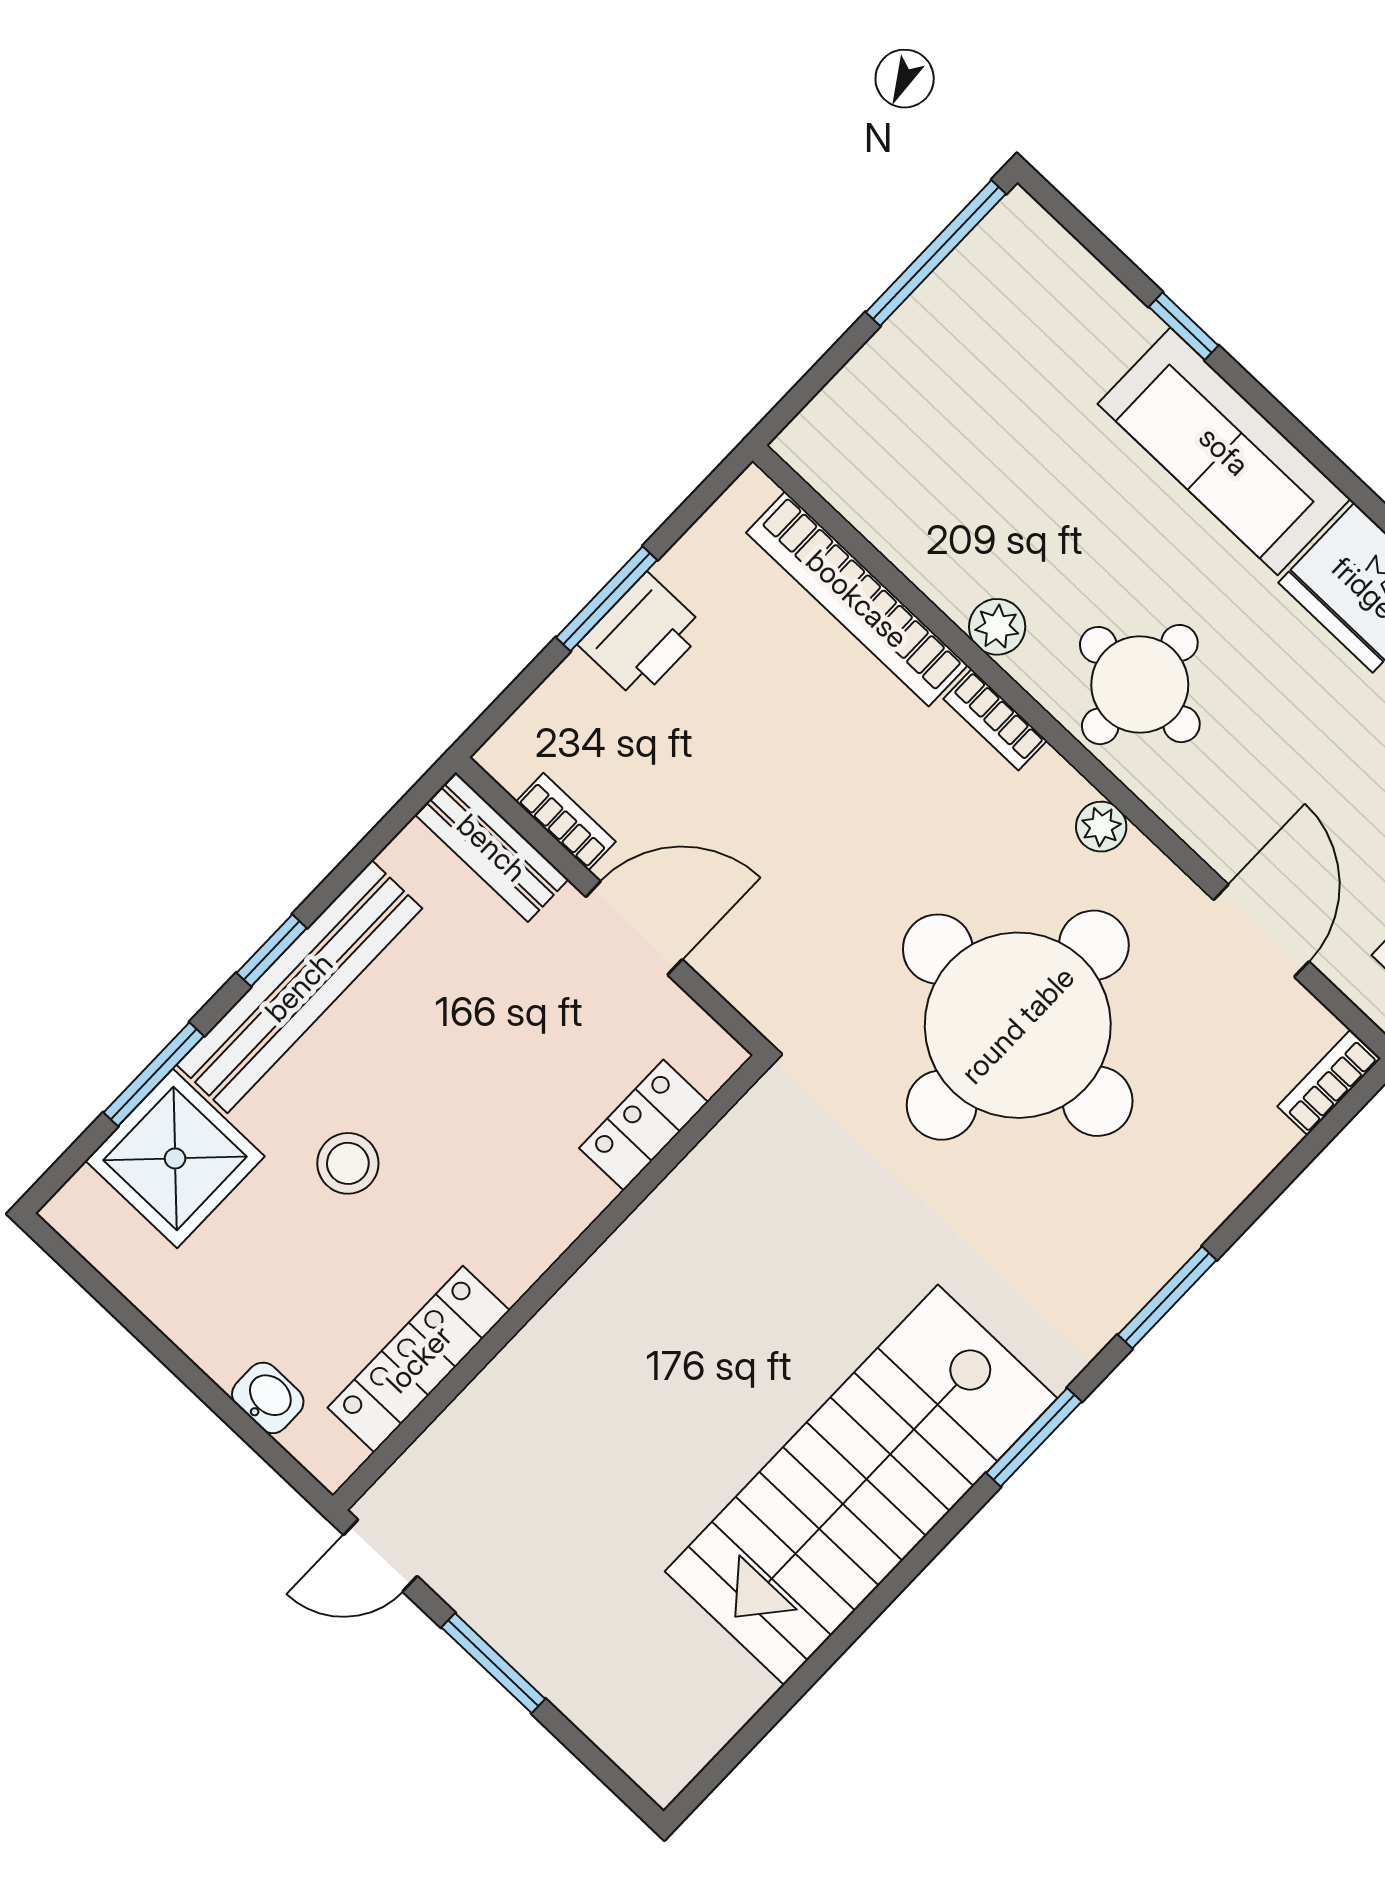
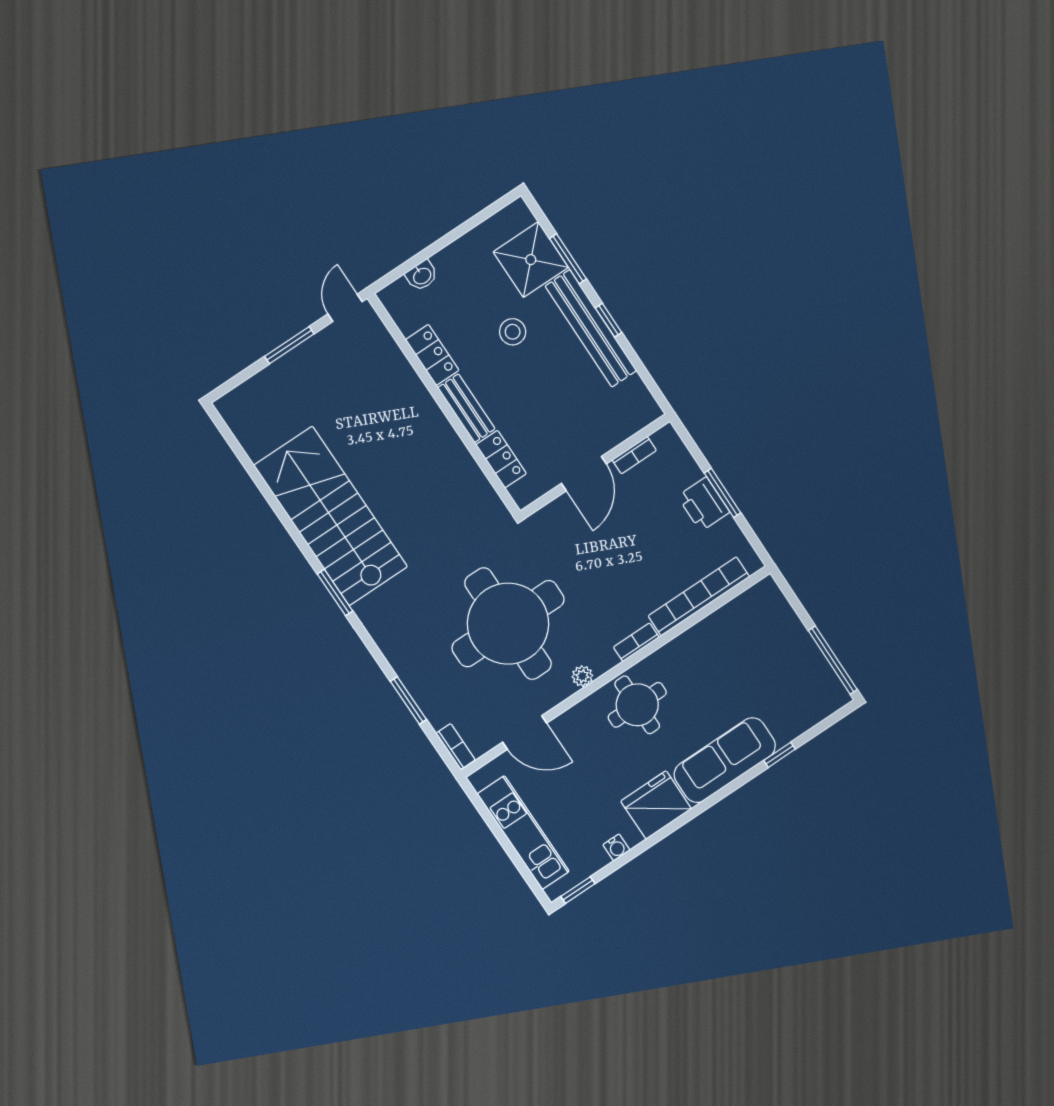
plant: (997, 627) -> (674, 651), removed
bench: (492, 848) -> (466, 408), moved, turned 90
window: (1167, 1297) -> (408, 700), moved
locker: (419, 1359) -> (432, 355), width x0.66

